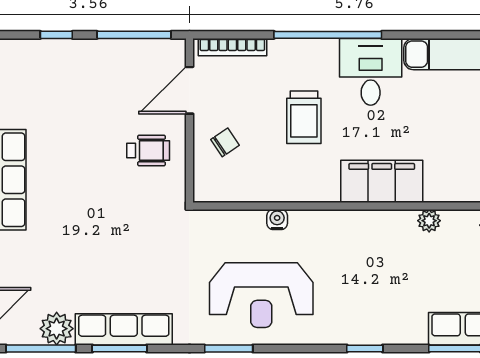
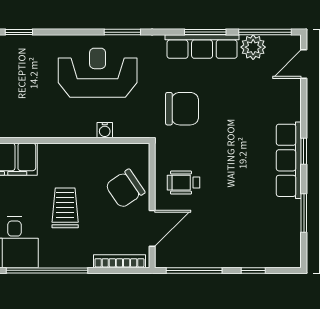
chair: (225, 142) -> (125, 189), width x1.87, depth x1.87
water cooler: (277, 220) -> (105, 130), moved
chair: (150, 248) -> (182, 109), added

